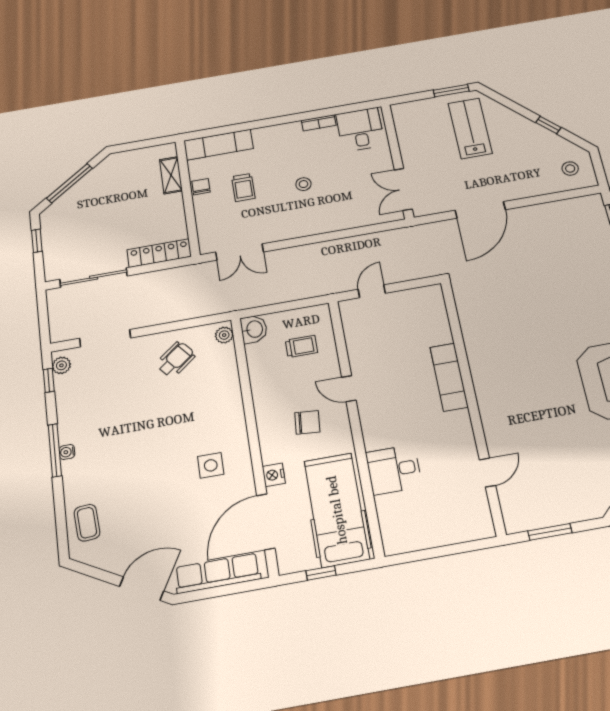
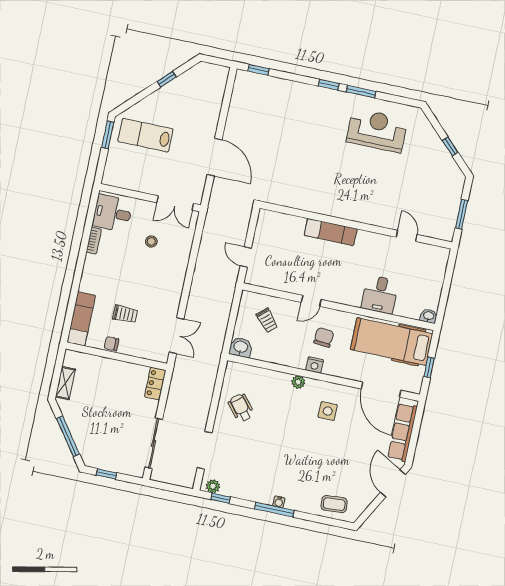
stool: (570, 169) -> (208, 81), removed
shelving: (171, 175) -> (65, 383), moved, turned 90
stool: (303, 184) -> (151, 241), moved
locker: (159, 253) -> (155, 384), width x0.66
plant: (224, 335) -> (298, 382), moved
trolley: (301, 346) -> (267, 320), turned 139
nightstand: (274, 475) -> (315, 365), moved
washbasin: (392, 544) -> (429, 316), added

